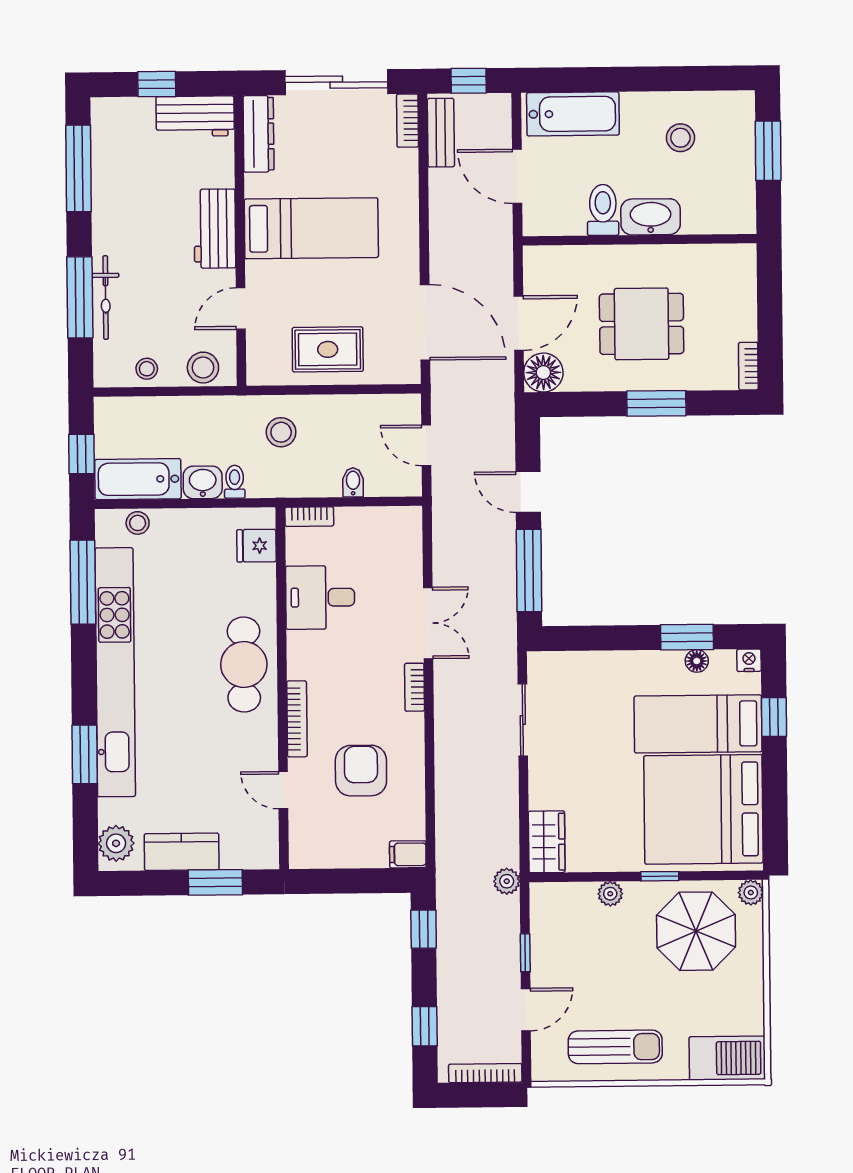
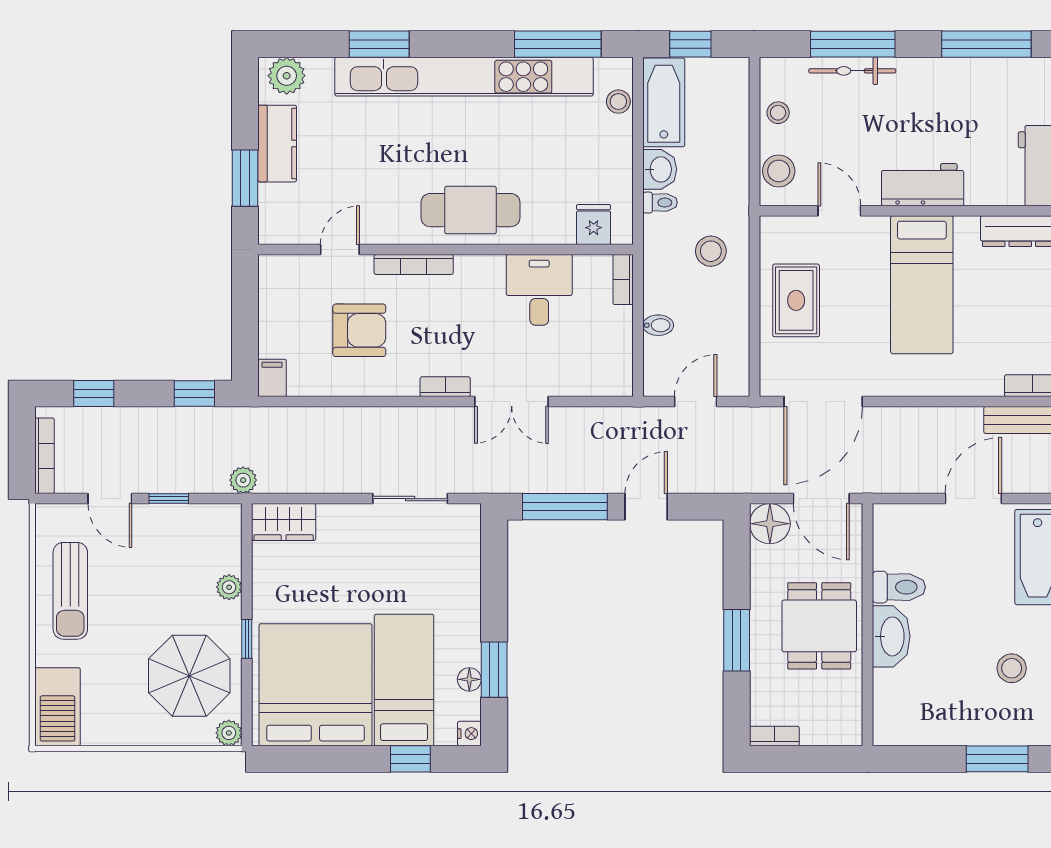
toilet: (603, 210) -> (899, 587), moved
washbasin: (651, 217) -> (891, 636), moved
wall: (639, 240) -> (868, 625), moved

